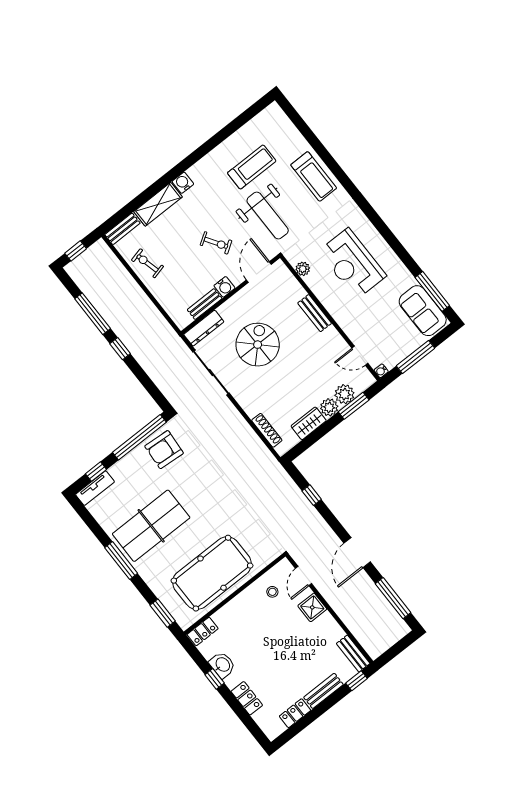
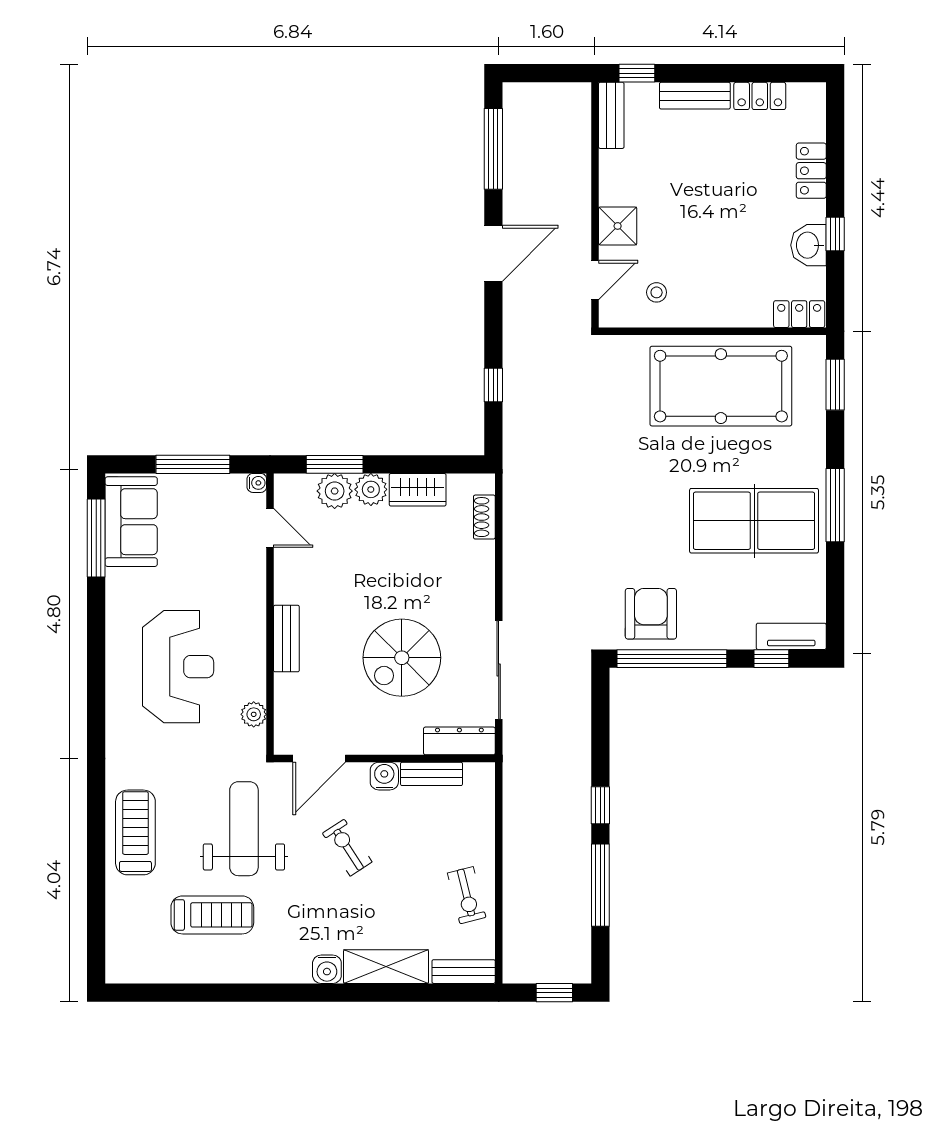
treadmill: (252, 167) -> (212, 915), turned 180
shoe rack: (267, 430) -> (484, 517), width x0.70
armchair: (164, 450) -> (651, 614), turned -94

